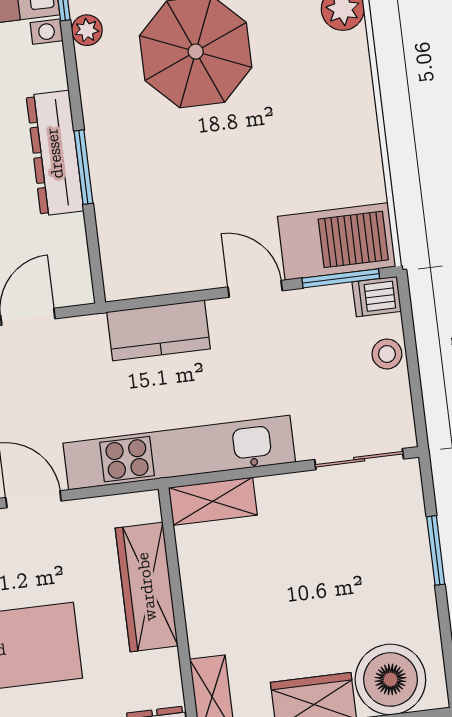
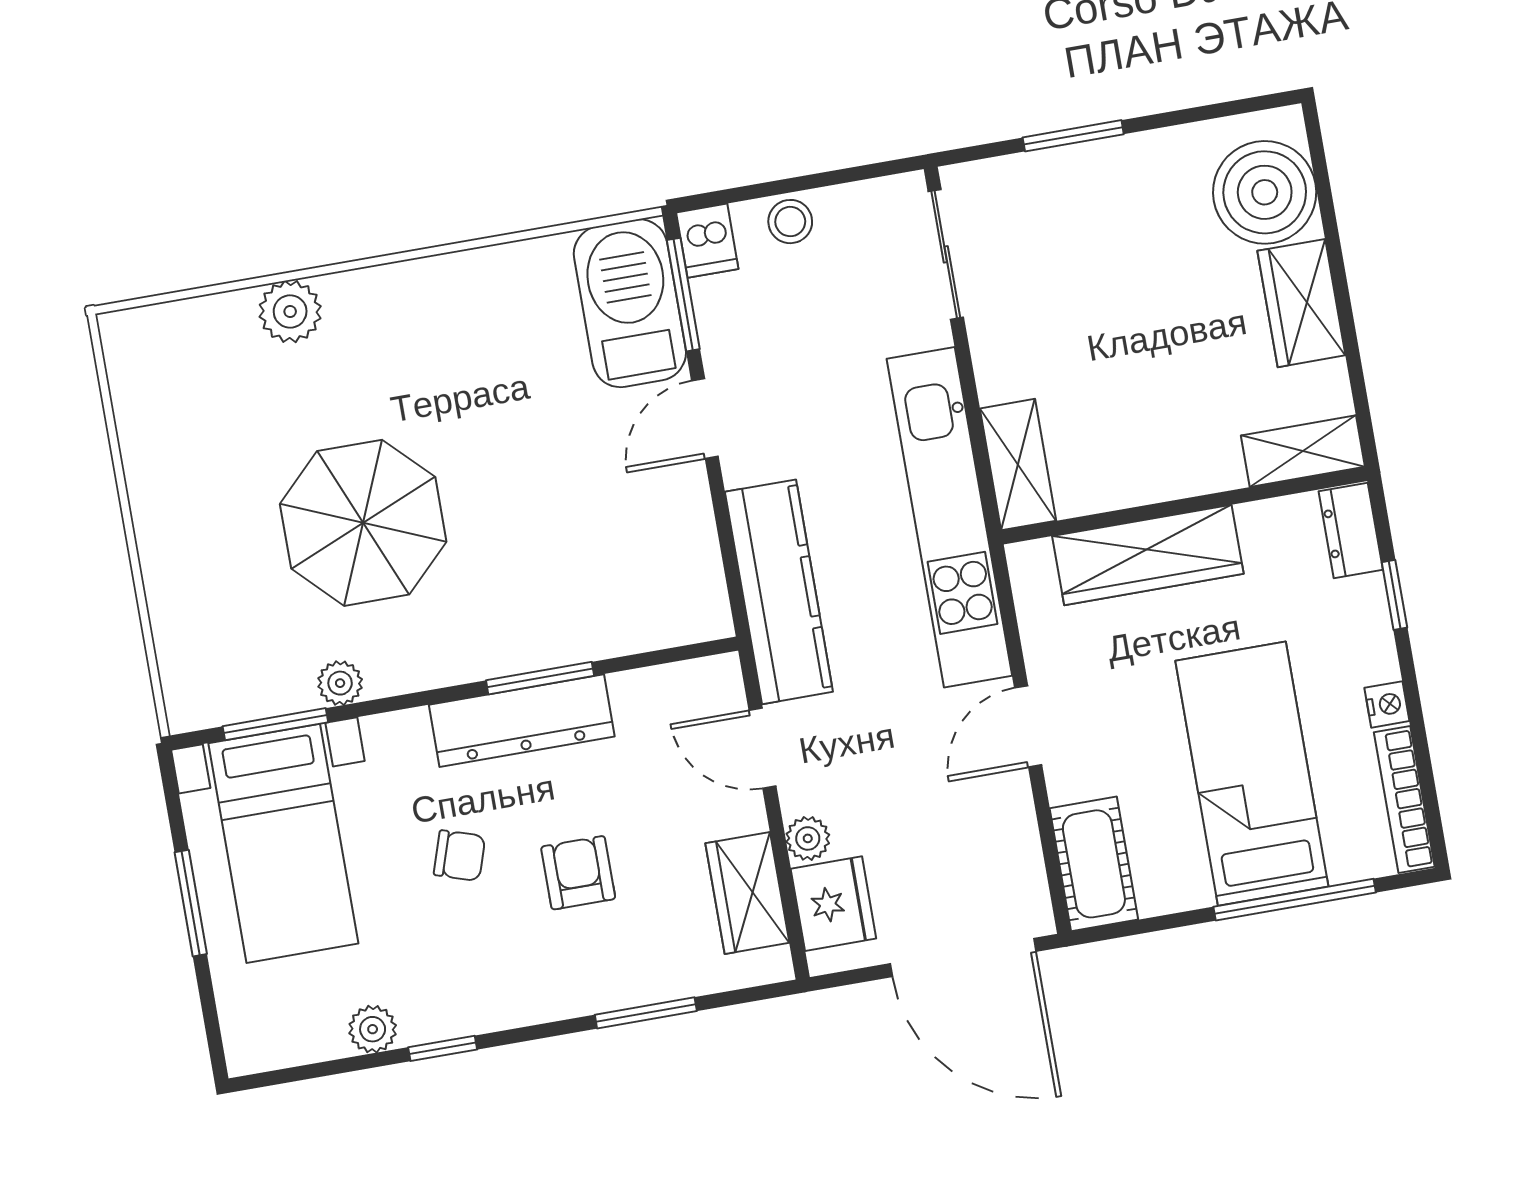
kitchen counter: (159, 330) -> (779, 592), width x1.50

